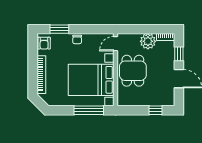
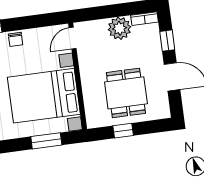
dining table: (133, 71) -> (126, 93), moved
window: (89, 110) -> (46, 141), width x0.69
window: (155, 110) -> (123, 131), moved

